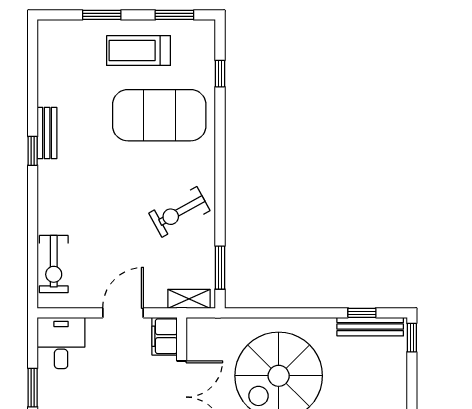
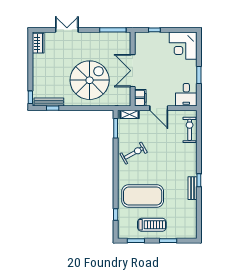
door: (123, 313) -> (159, 108), hinge flipped

